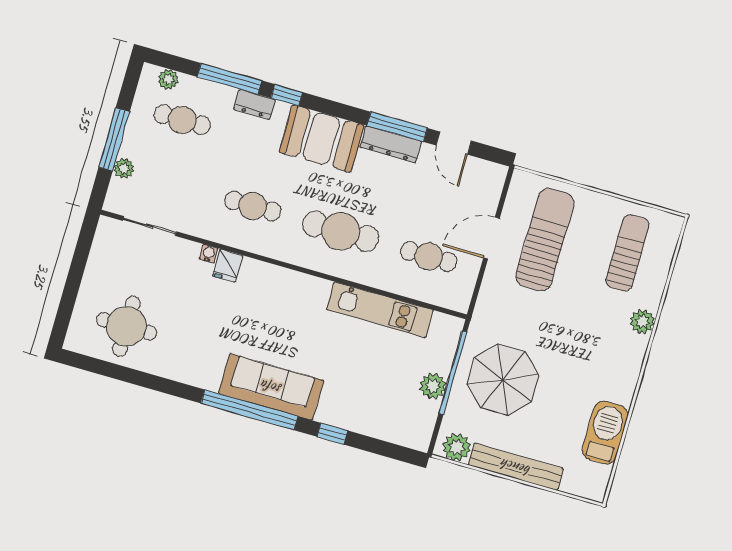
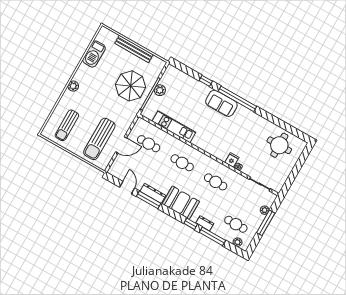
cafe table: (341, 231) -> (182, 163), width x0.73, depth x0.74
plant: (642, 321) -> (73, 86), moved
sofa: (271, 387) -> (221, 103), width x0.73
plant: (457, 447) -> (156, 63), removed

